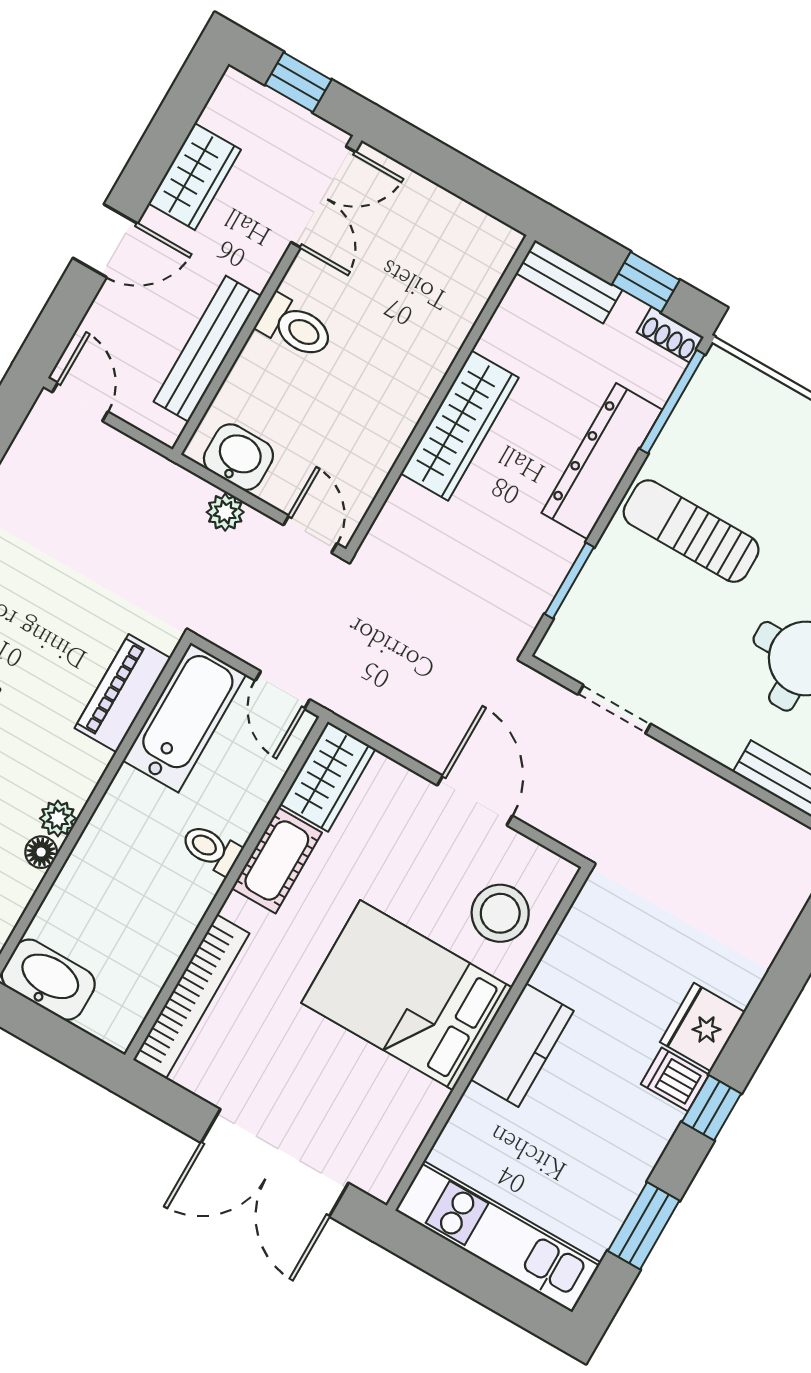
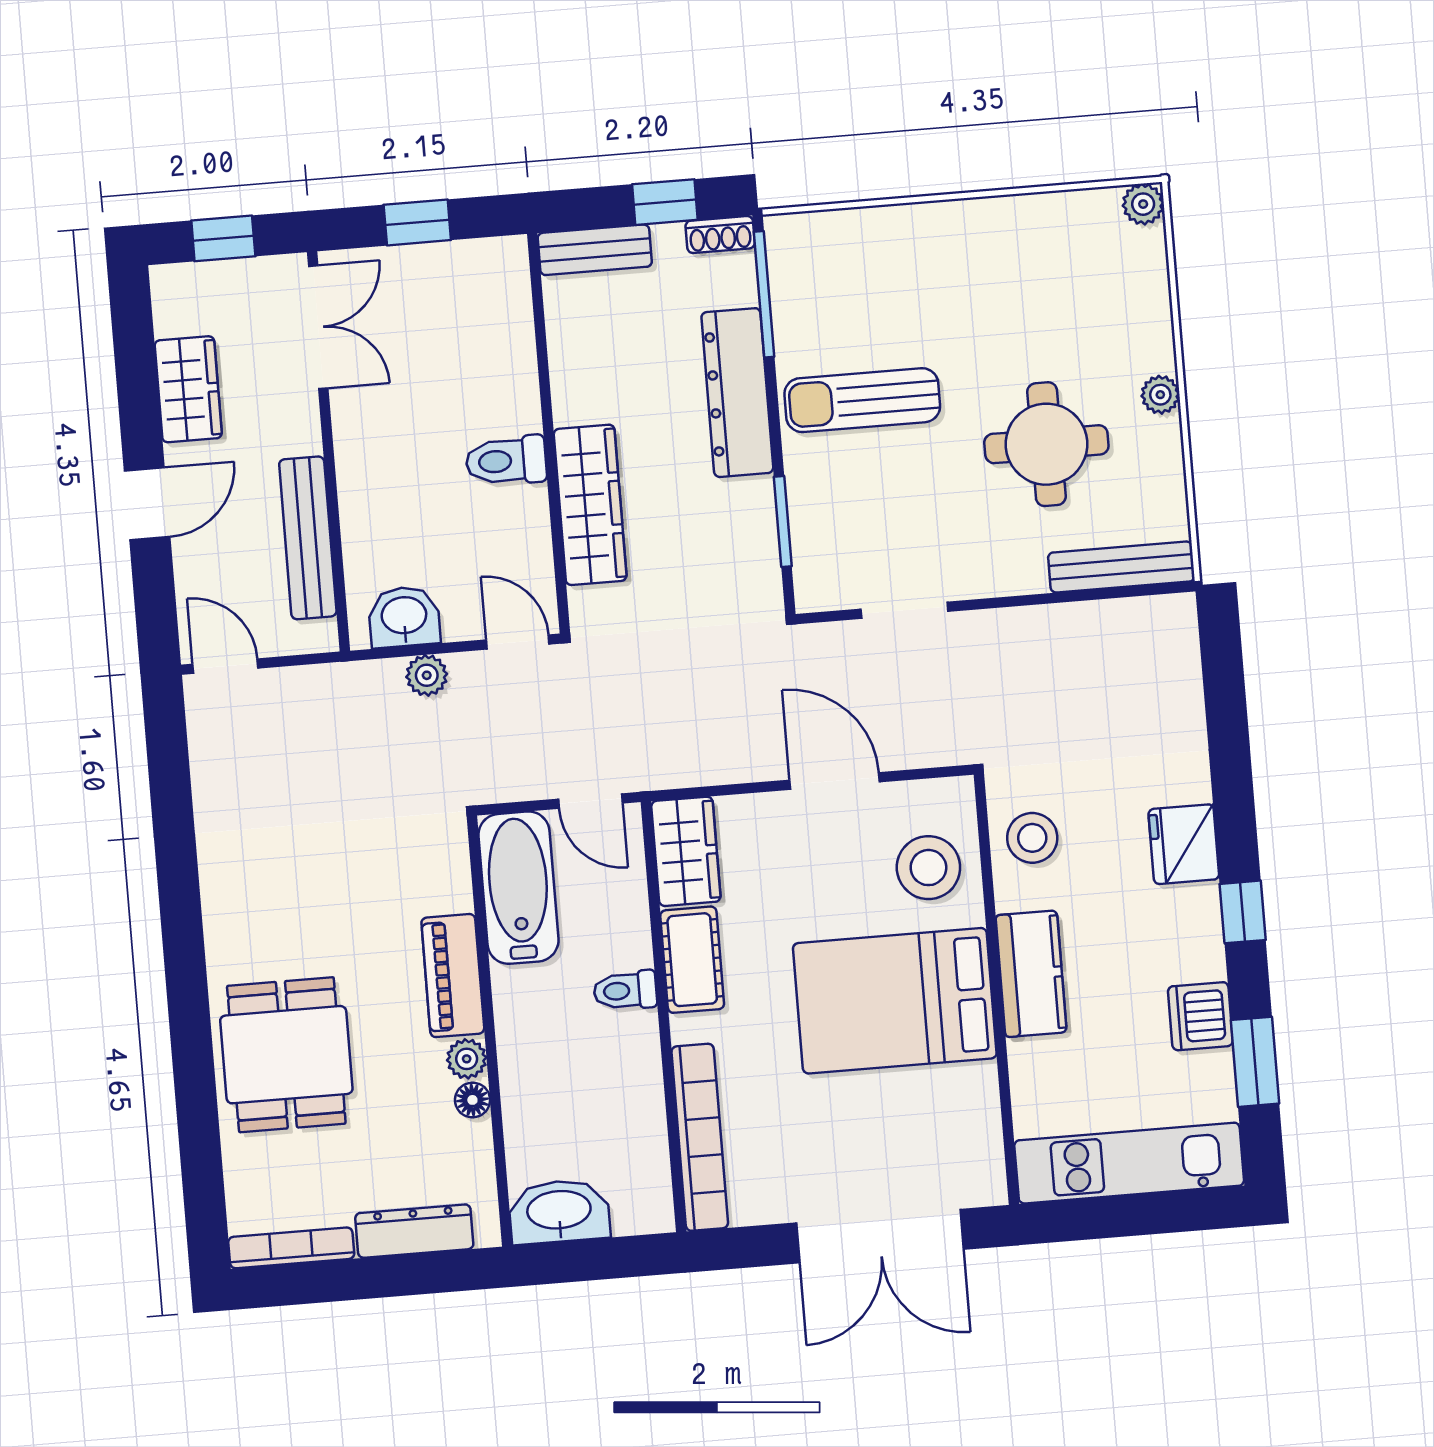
window: (451, 170) -> (417, 222), added
toilet: (295, 327) -> (506, 461), moved, turned 180
wardrobe: (460, 426) -> (590, 505), moved
piano: (123, 693) -> (453, 976), moved
stool: (593, 944) -> (1032, 838), added
dishwasher: (675, 1079) -> (1200, 1016), moved, width x1.38

